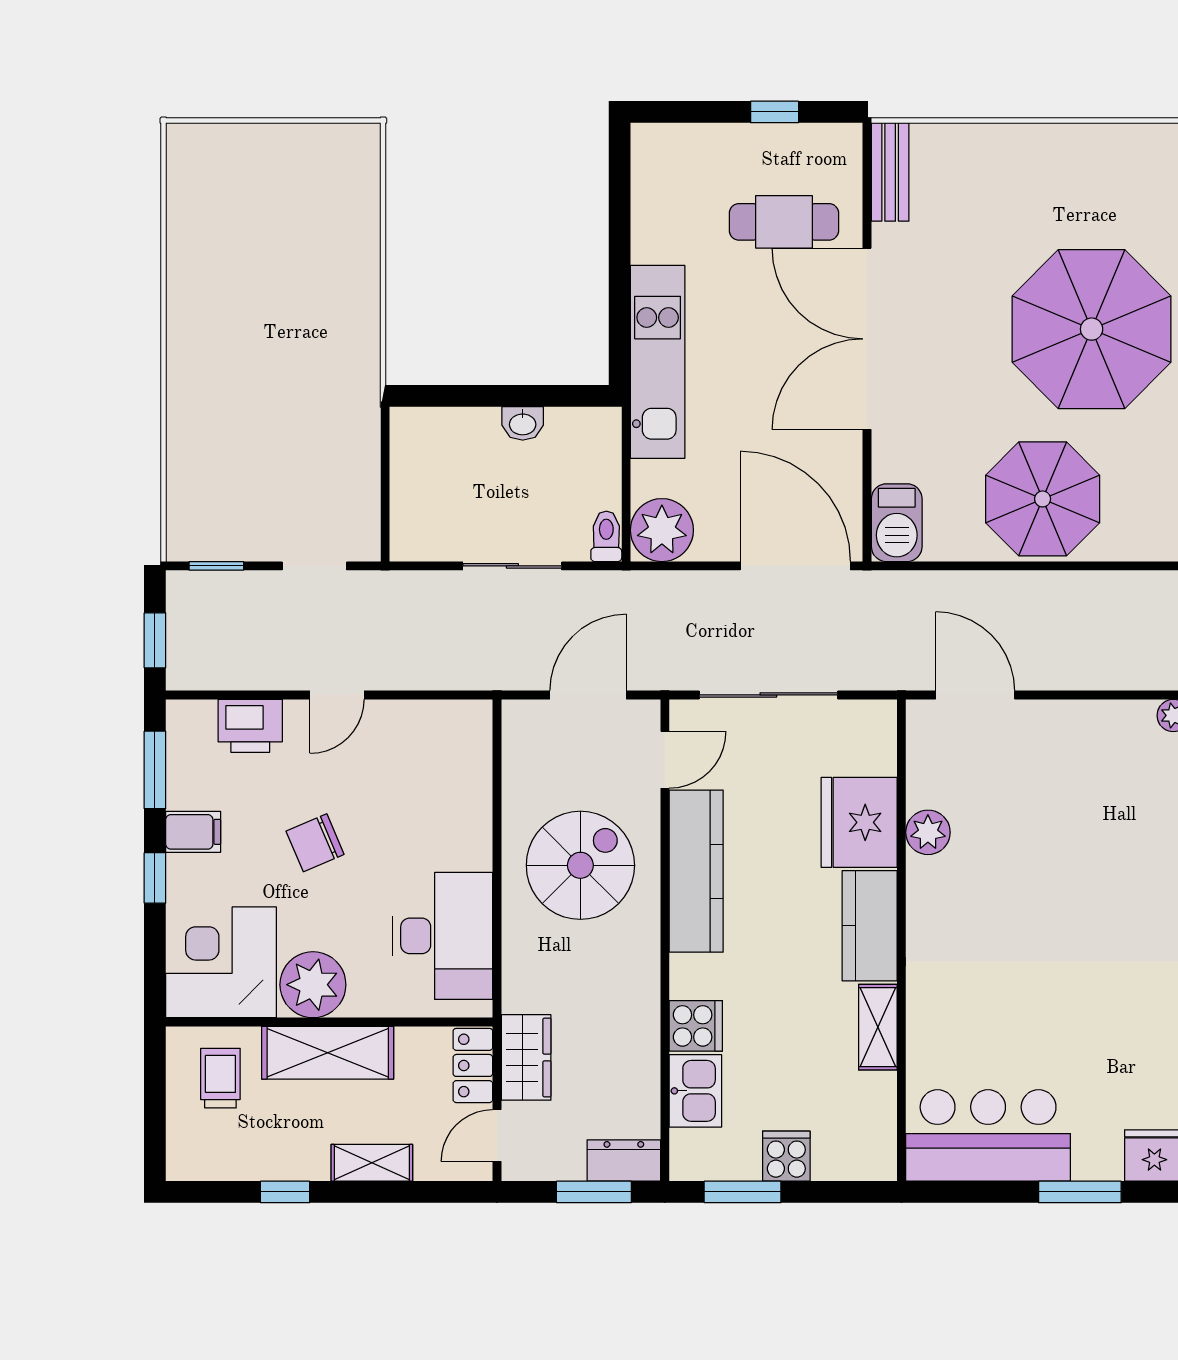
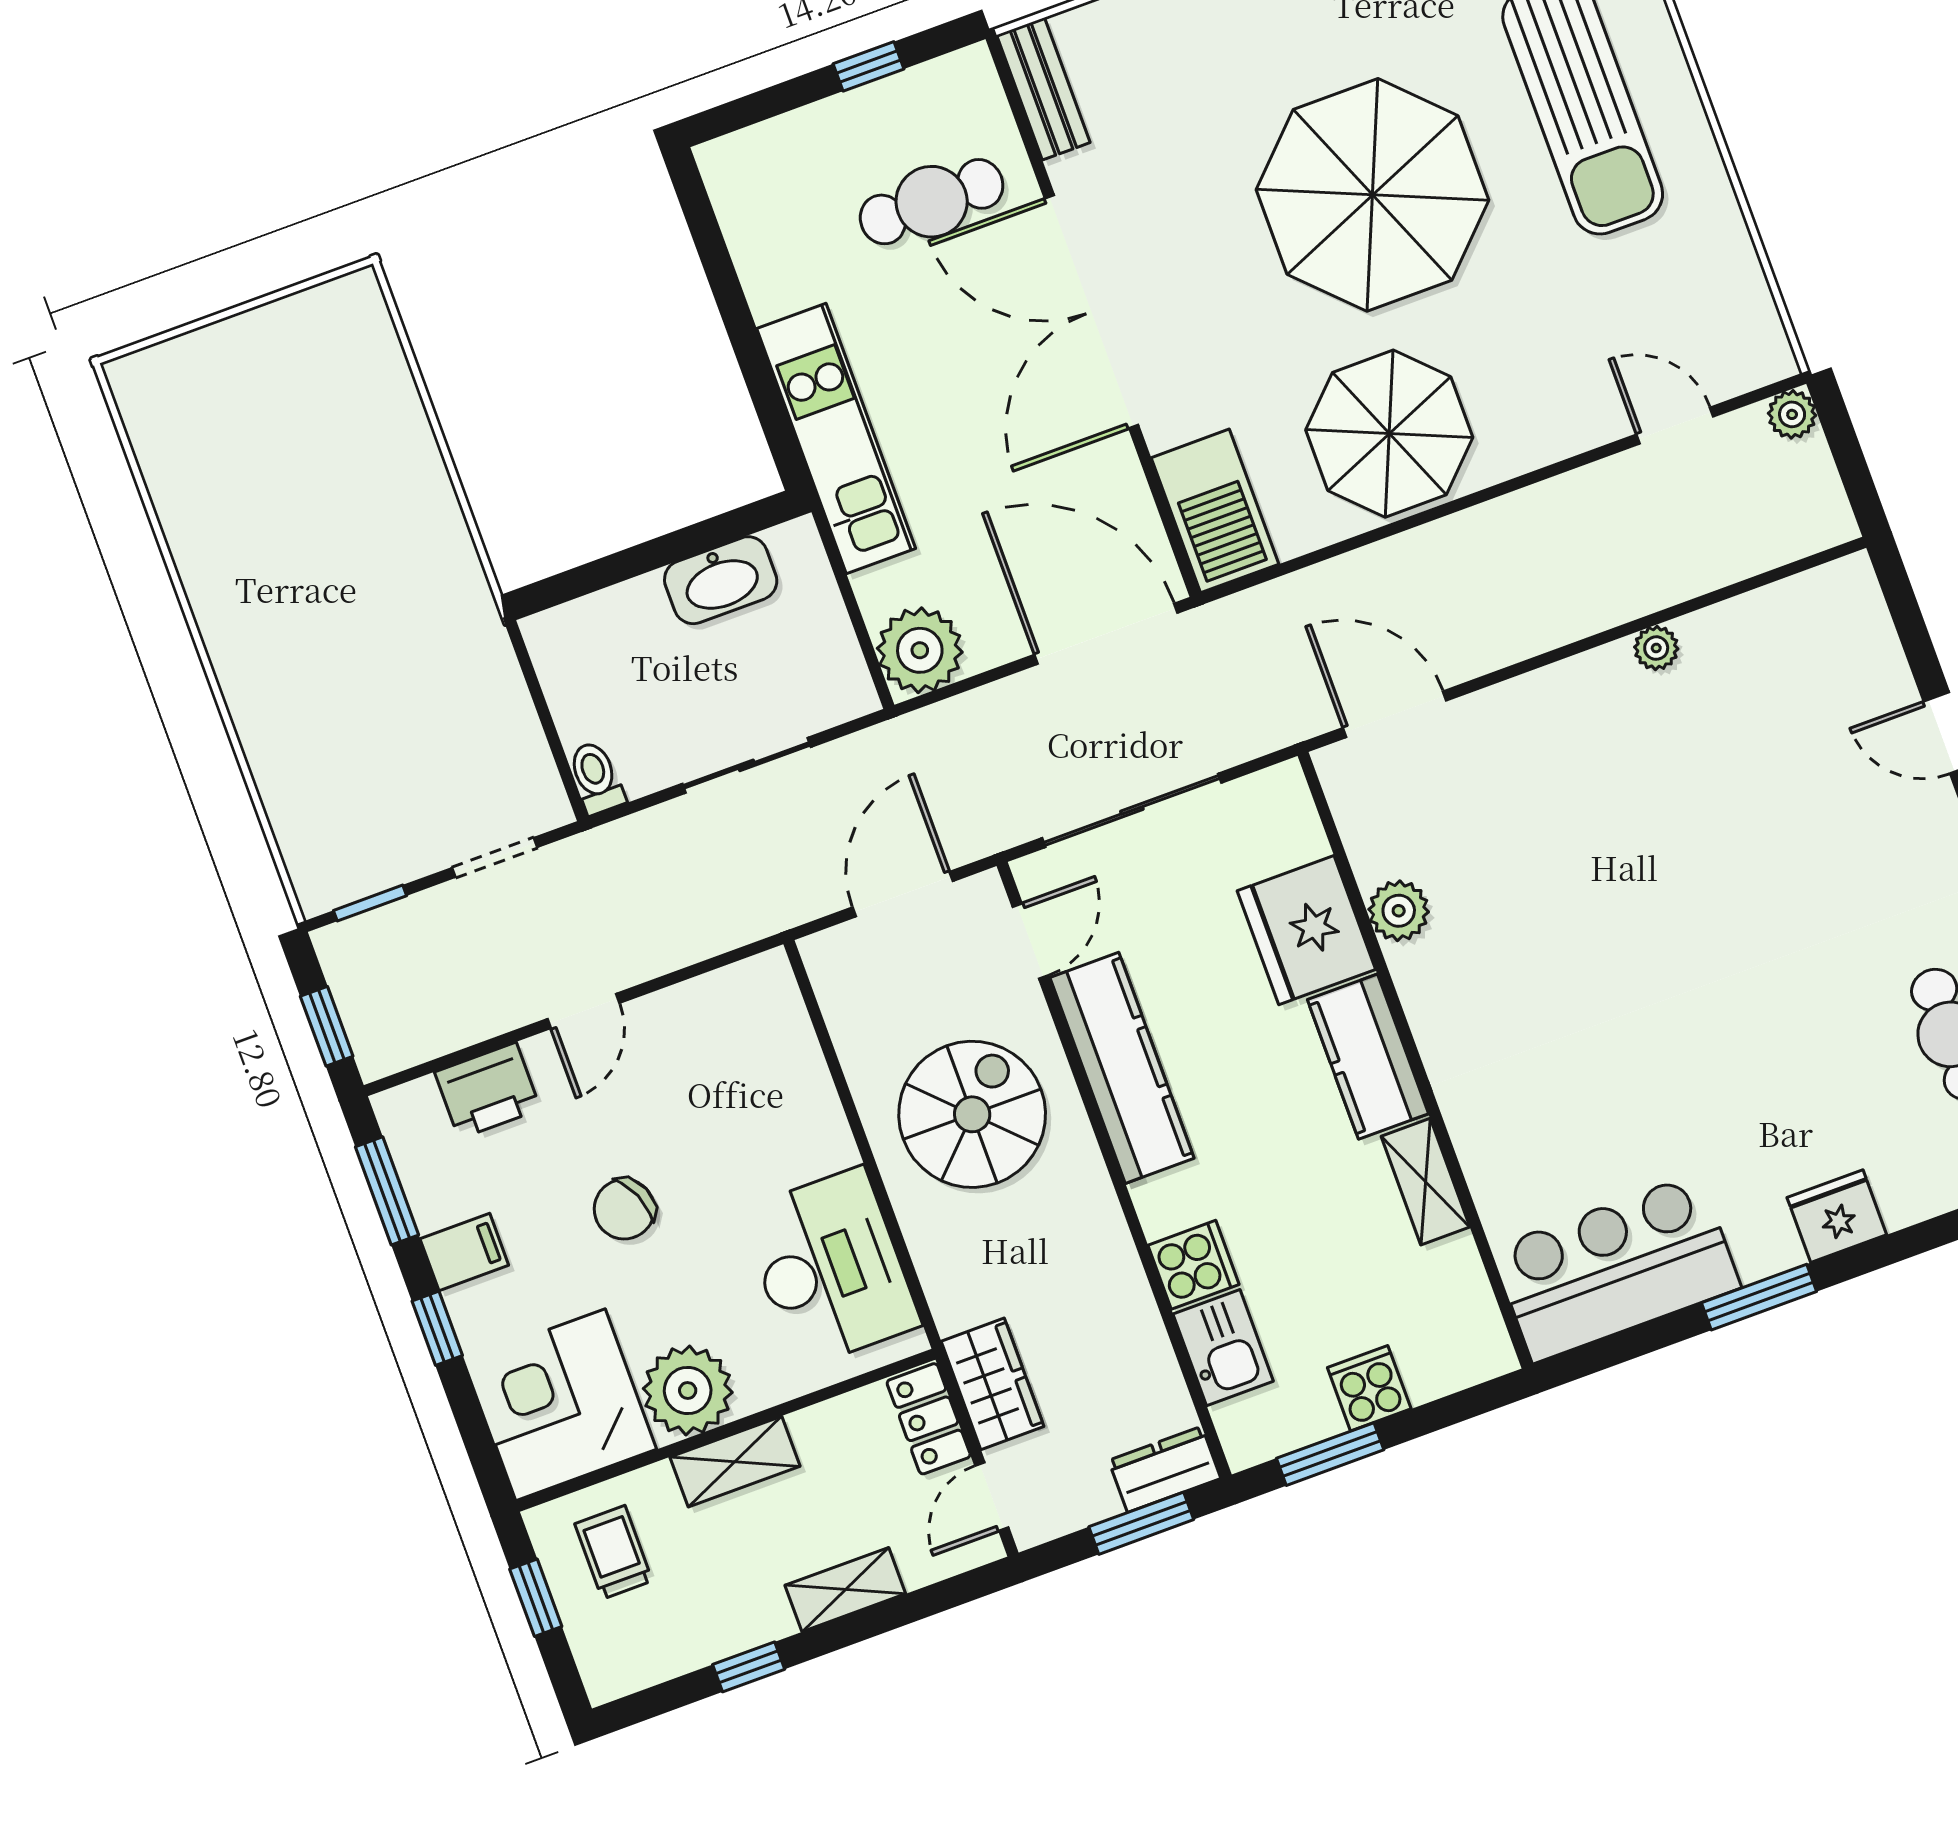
washbasin: (523, 423) -> (721, 580), width x1.91, depth x1.45
barbecue: (897, 523) -> (1215, 511), width x1.37, depth x1.21
toilet: (606, 536) -> (596, 778), moved
shelving: (328, 1053) -> (735, 1462), width x0.67, depth x0.75
window: (155, 1090) -> (536, 1598), added

